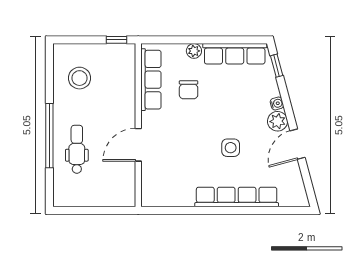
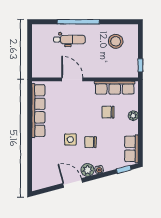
row of seats: (235, 54) -> (131, 149), width x0.68
chair: (235, 117) -> (90, 142), added
row of seats: (237, 197) -> (38, 111), moved

